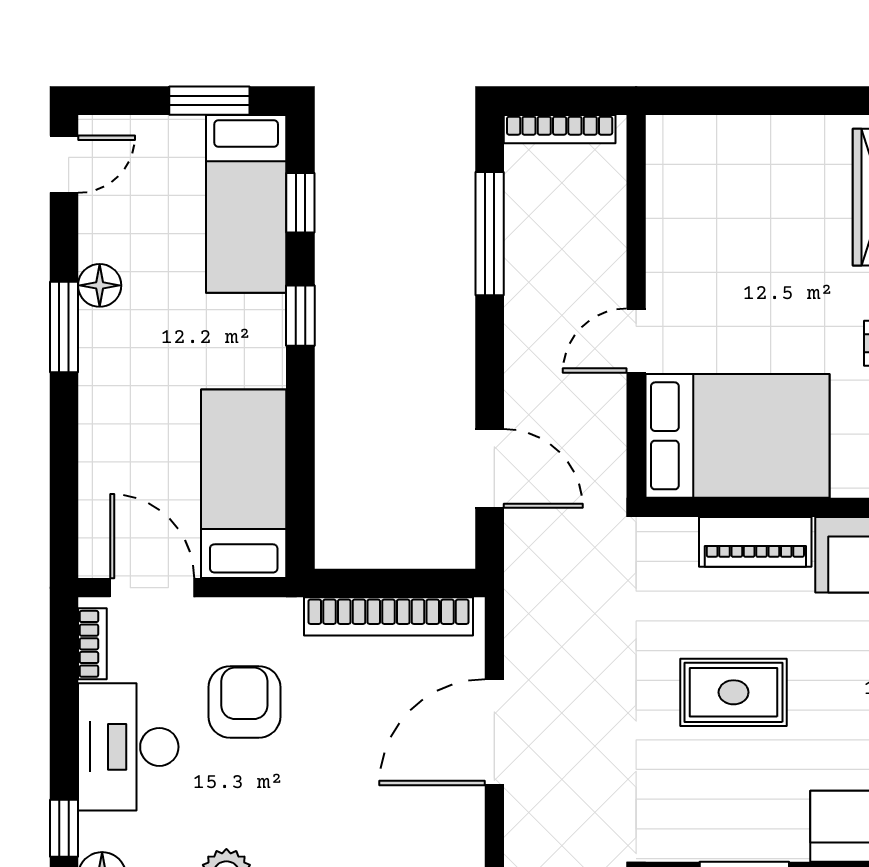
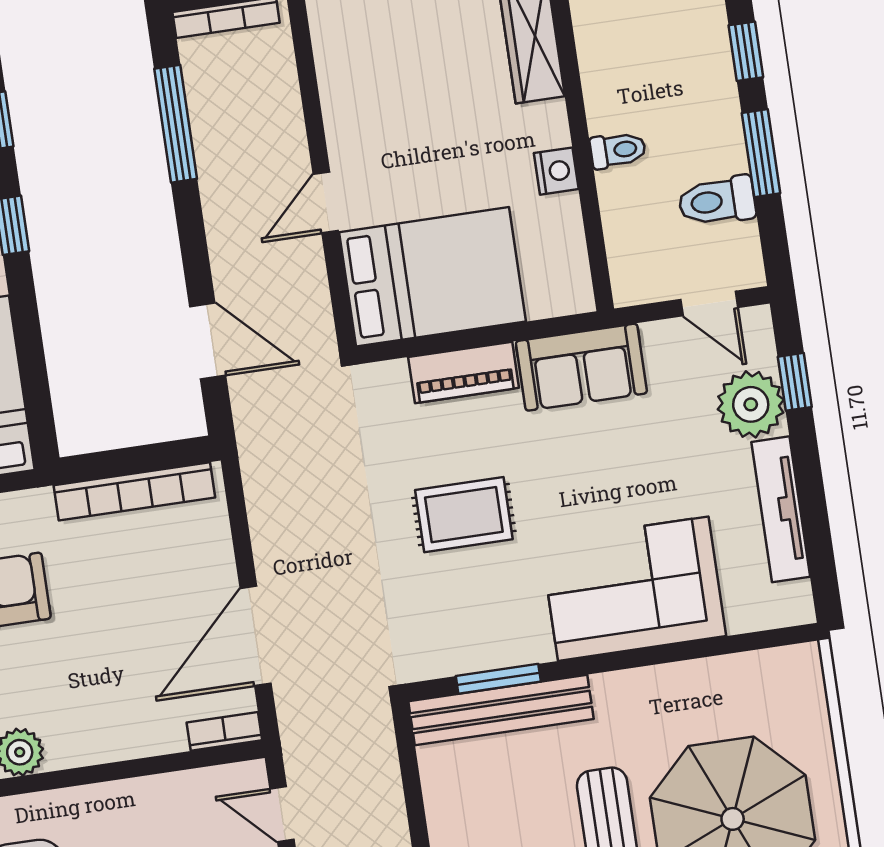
door: (494, 732) -> (256, 636), moved

